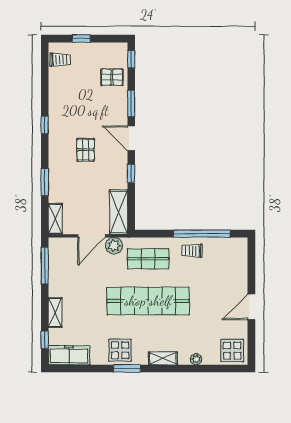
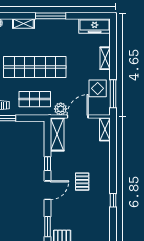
window: (131, 103) -> (48, 227), moved
door: (131, 138) -> (48, 190), hinge flipped
window: (45, 182) -> (113, 157), removed
window: (45, 340) -> (113, 38), removed
display table: (120, 350) -> (98, 88), moved
window: (127, 368) -> (51, 16), width x1.44

